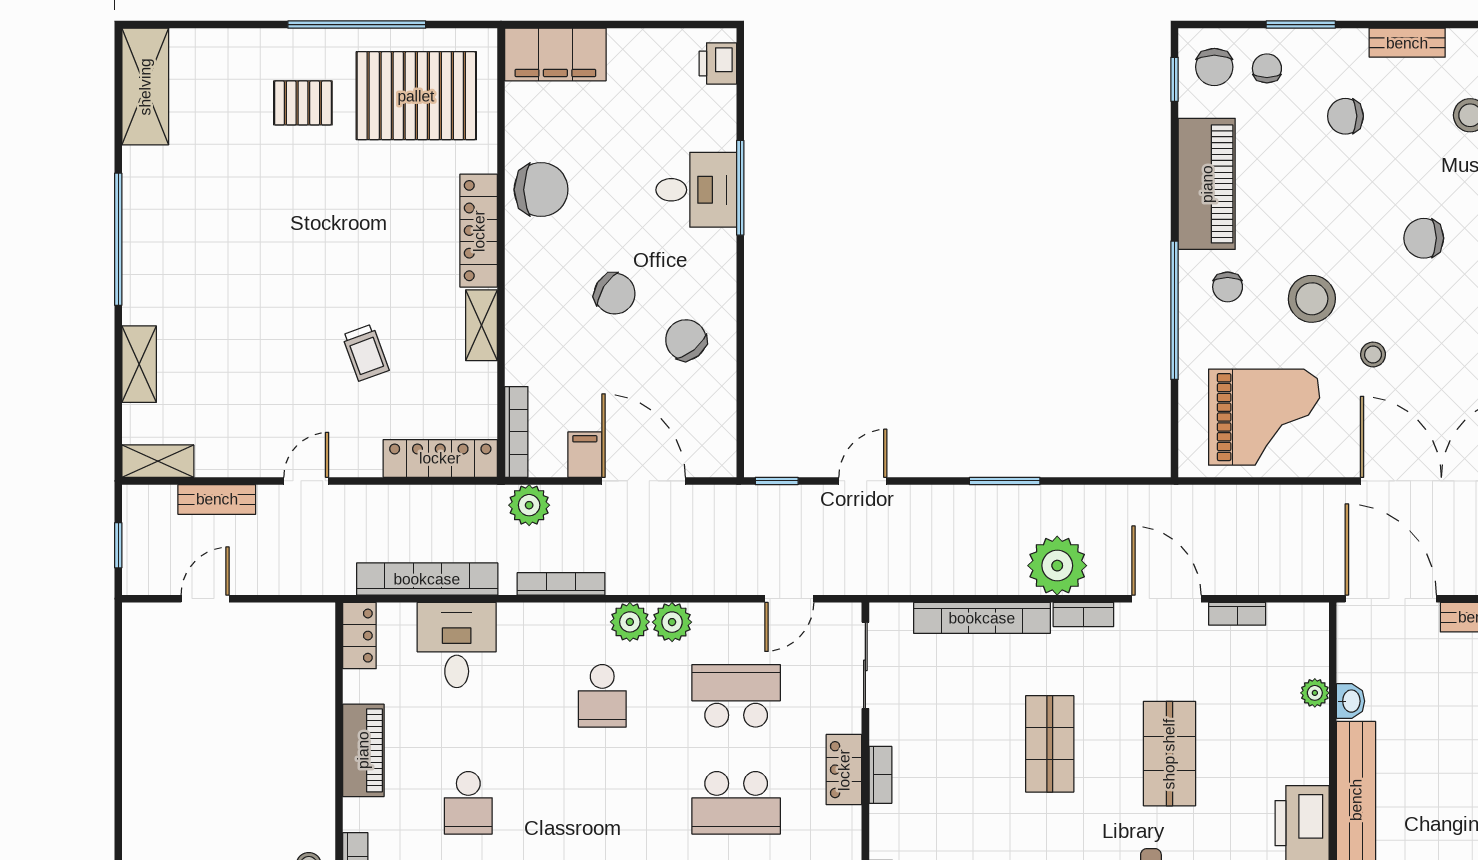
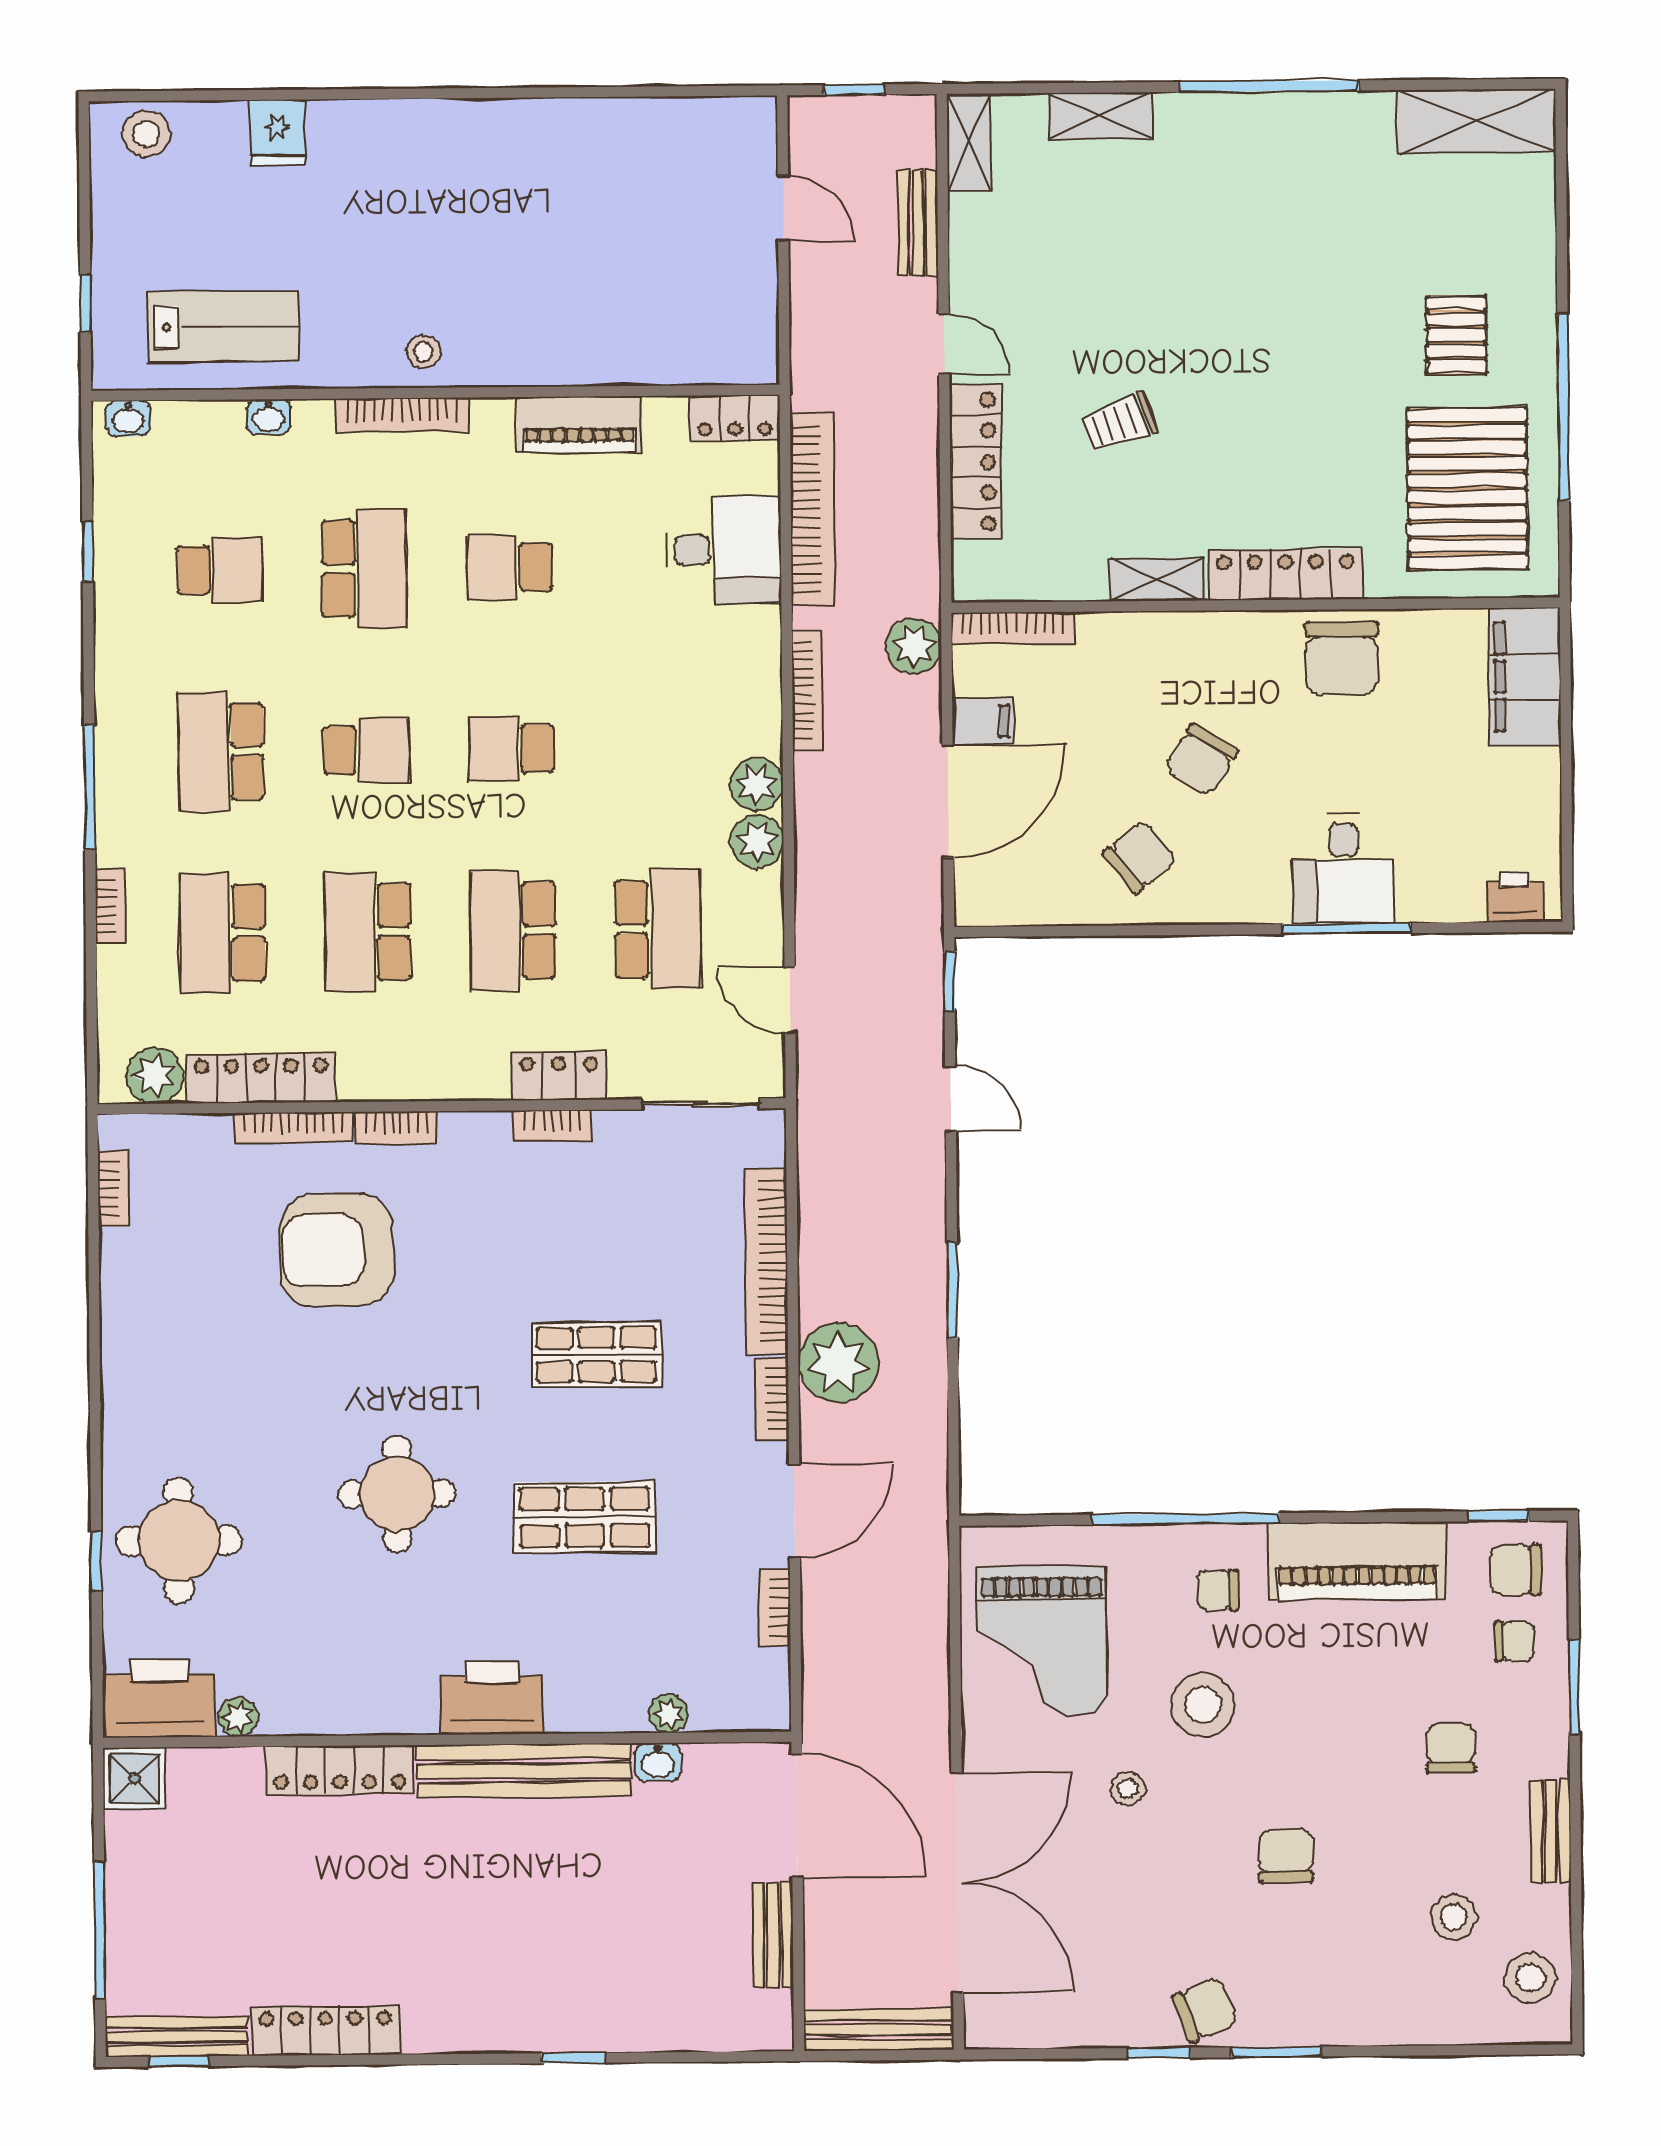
locker: (440, 458) -> (976, 462), moved
door: (1391, 599) -> (797, 1815), hinge flipped
school desk: (602, 696) -> (511, 749), moved

